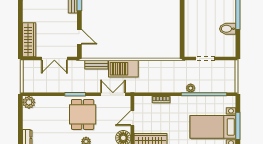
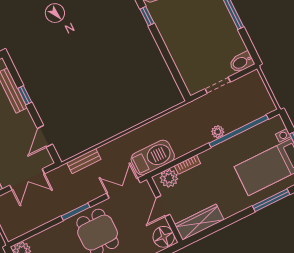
bidet: (228, 29) -> (241, 62), moved
door: (79, 37) -> (45, 136), swing flipped
barbecue: (123, 69) -> (153, 158), moved, turned 180
plant: (145, 102) -> (169, 178), added

